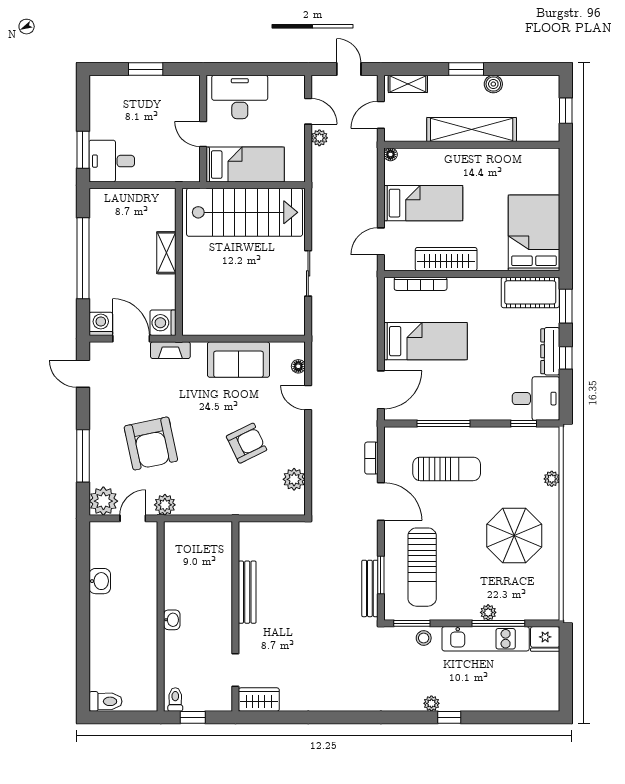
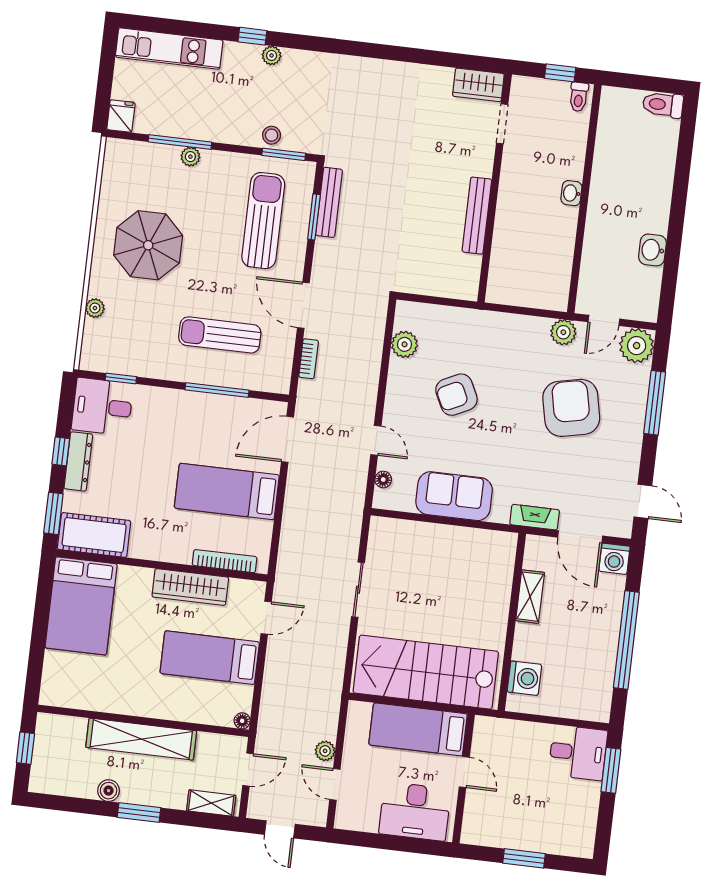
shelving: (166, 253) -> (530, 597), moved
washing machine: (163, 323) -> (524, 678), moved
kitchen unit: (486, 639) -> (169, 49), moved, turned 180
fridge: (545, 639) -> (121, 116), width x0.72

